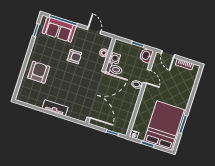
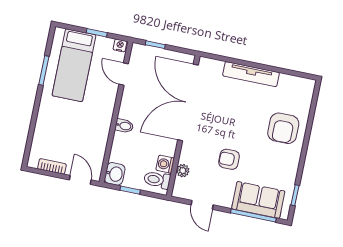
toilet: (114, 69) -> (157, 180), moved
door: (147, 76) -> (124, 74), moved
tv unit: (55, 108) -> (251, 74), width x1.41
bed: (164, 126) -> (74, 65), width x0.67

